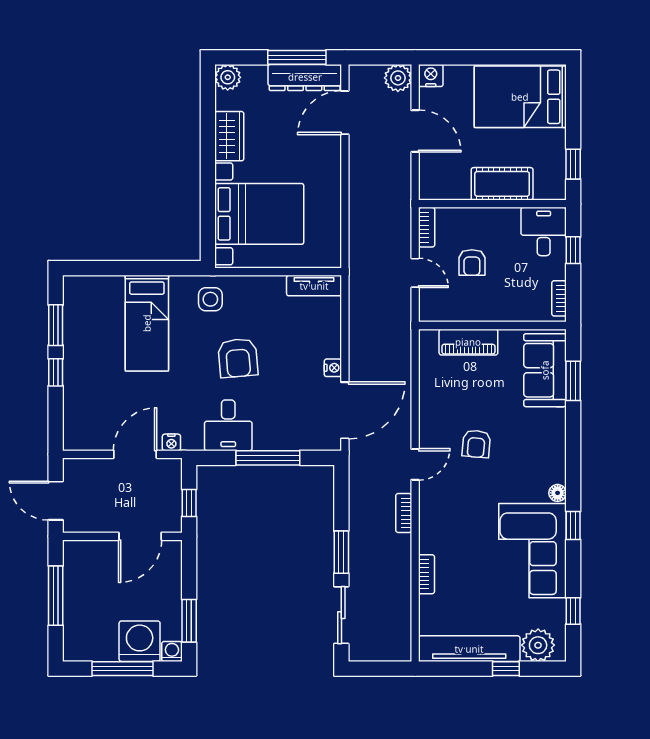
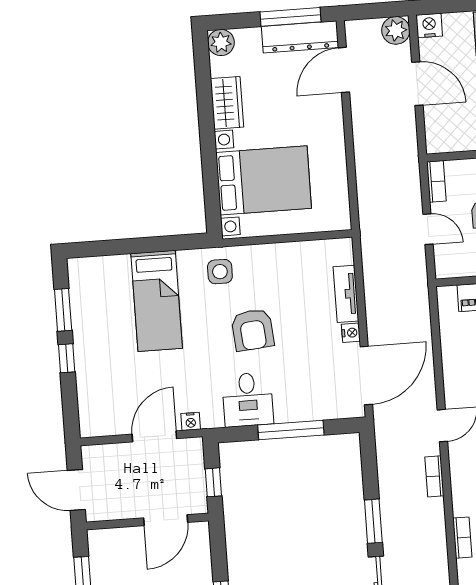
tv unit: (314, 286) -> (346, 294), moved, turned 90

